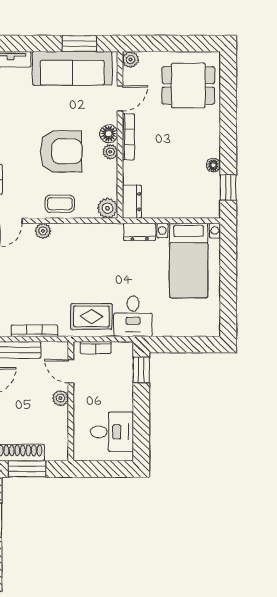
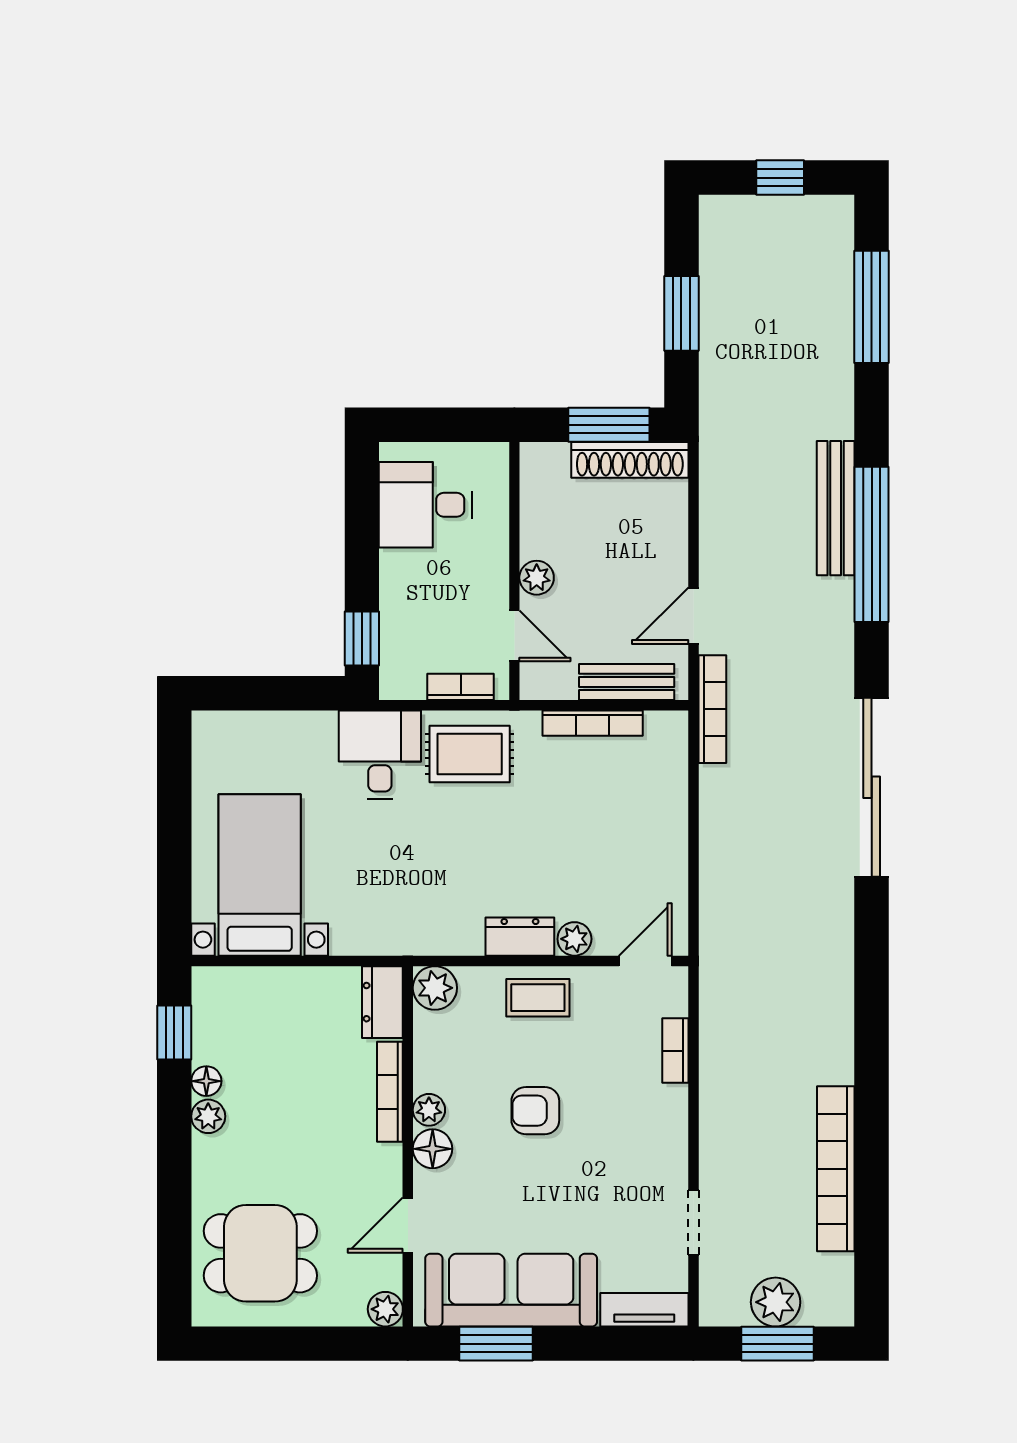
bookcase: (128, 137) -> (390, 1092), moved
plant: (212, 149) -> (208, 1116), added
armchair: (61, 151) -> (535, 1111), width x0.53, depth x0.53
dresser: (140, 232) -> (520, 937), moved

